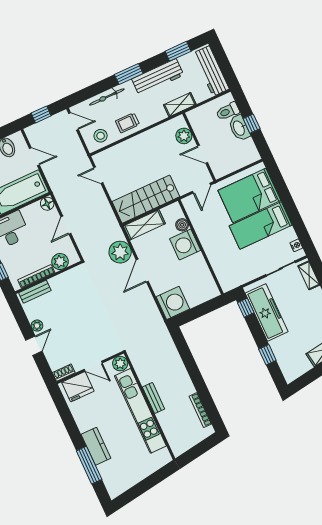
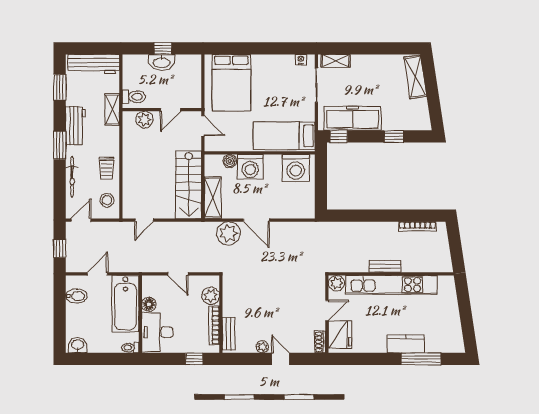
workbench: (158, 77) -> (76, 126), width x0.73
toilet: (228, 111) -> (134, 97), moved, turned -90
floor lamp: (47, 204) -> (149, 304), moved
bed: (261, 225) -> (284, 136), moved, turned 90
washing machine: (173, 303) -> (296, 168), moved, turned 180

